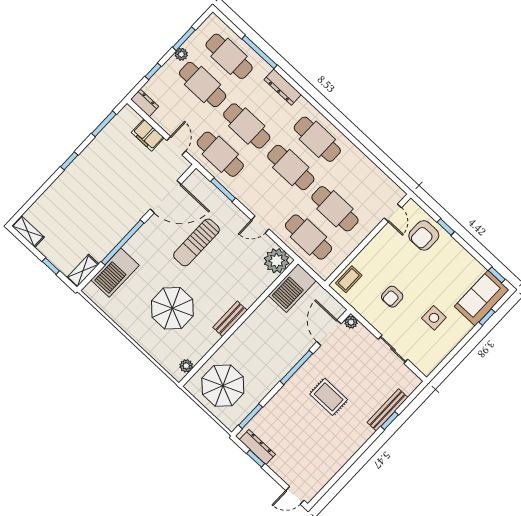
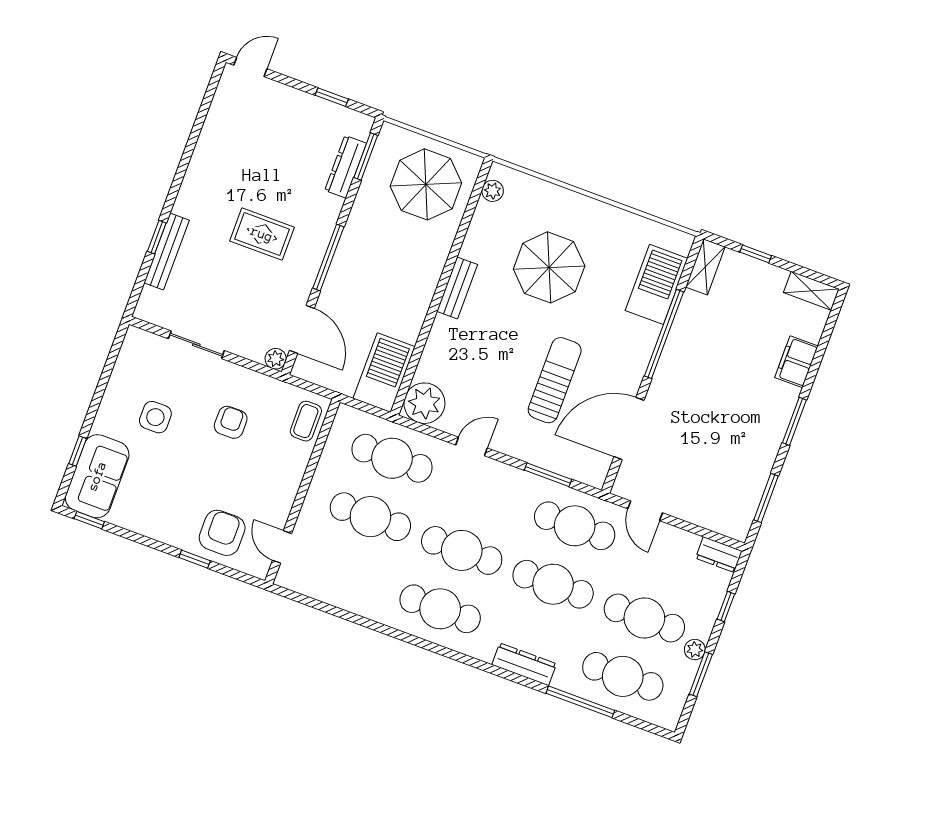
filing cabinet: (148, 135) -> (796, 362), moved, turned -90
window: (69, 161) -> (794, 421), width x1.50
dresser: (257, 447) -> (346, 167), moved, turned 90

